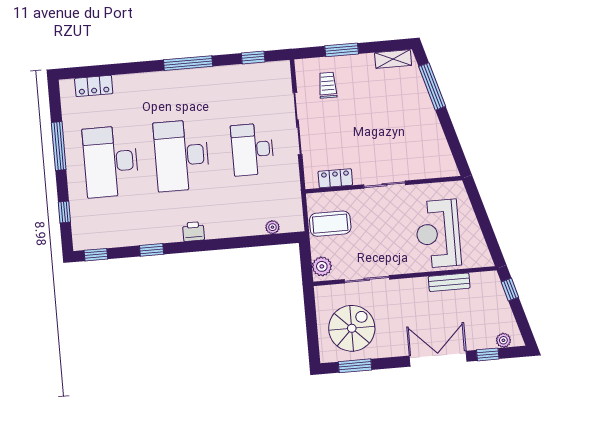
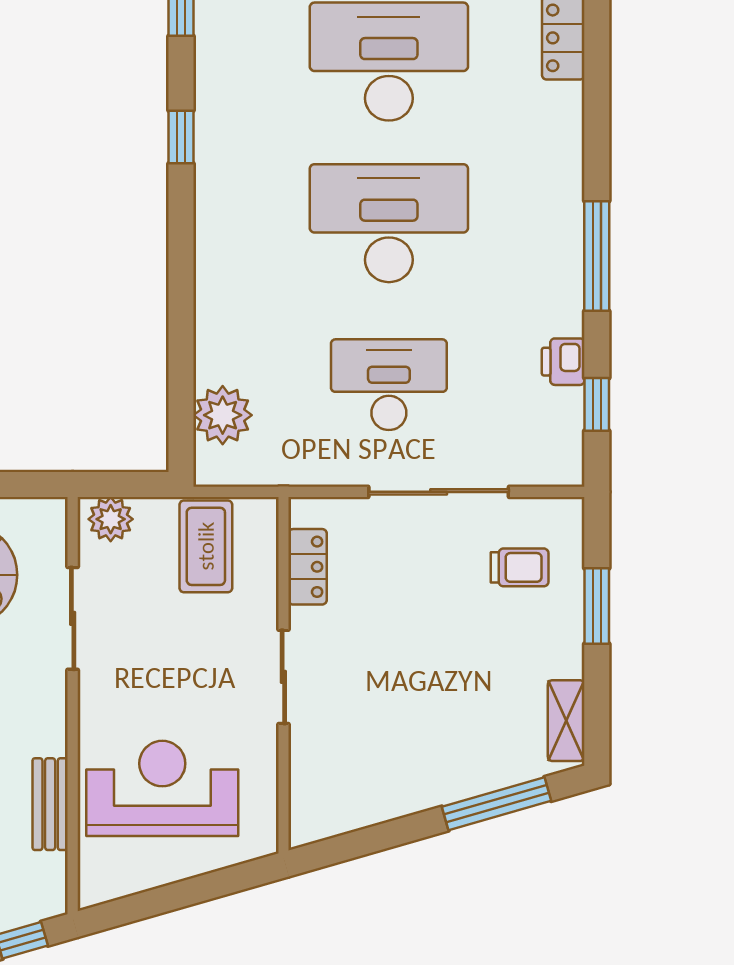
plant: (272, 227) -> (223, 415), width x1.88, depth x1.88
printer: (193, 231) -> (563, 362), moved, turned 180

